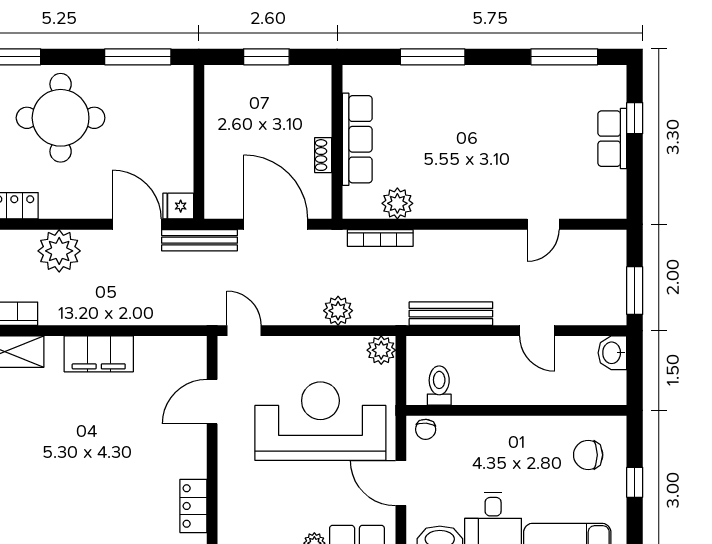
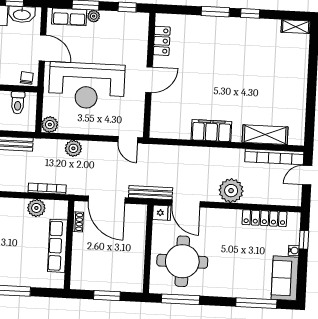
round table: (61, 118) -> (182, 261), moved
shoe rack: (323, 155) -> (78, 222), moved
door: (212, 402) -> (149, 80), moved

